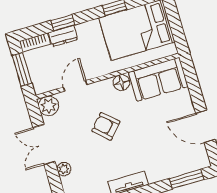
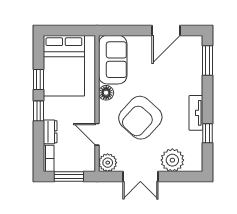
window: (63, 23) -> (39, 111), moved
armchair: (106, 126) -> (140, 118), width x1.88, depth x1.88
plant: (64, 169) -> (172, 160), width x1.88, depth x1.88

